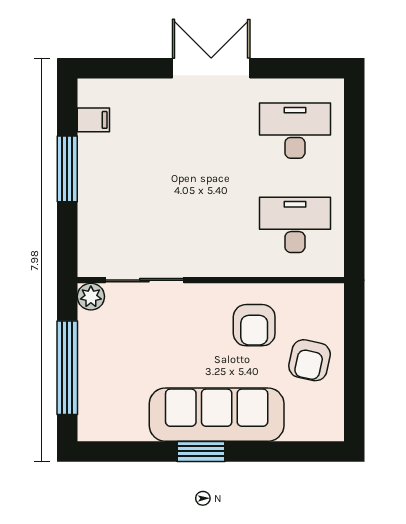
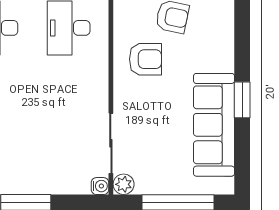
water cooler: (89, 266) -> (100, 186), added
sofa: (217, 415) -> (214, 125), moved

